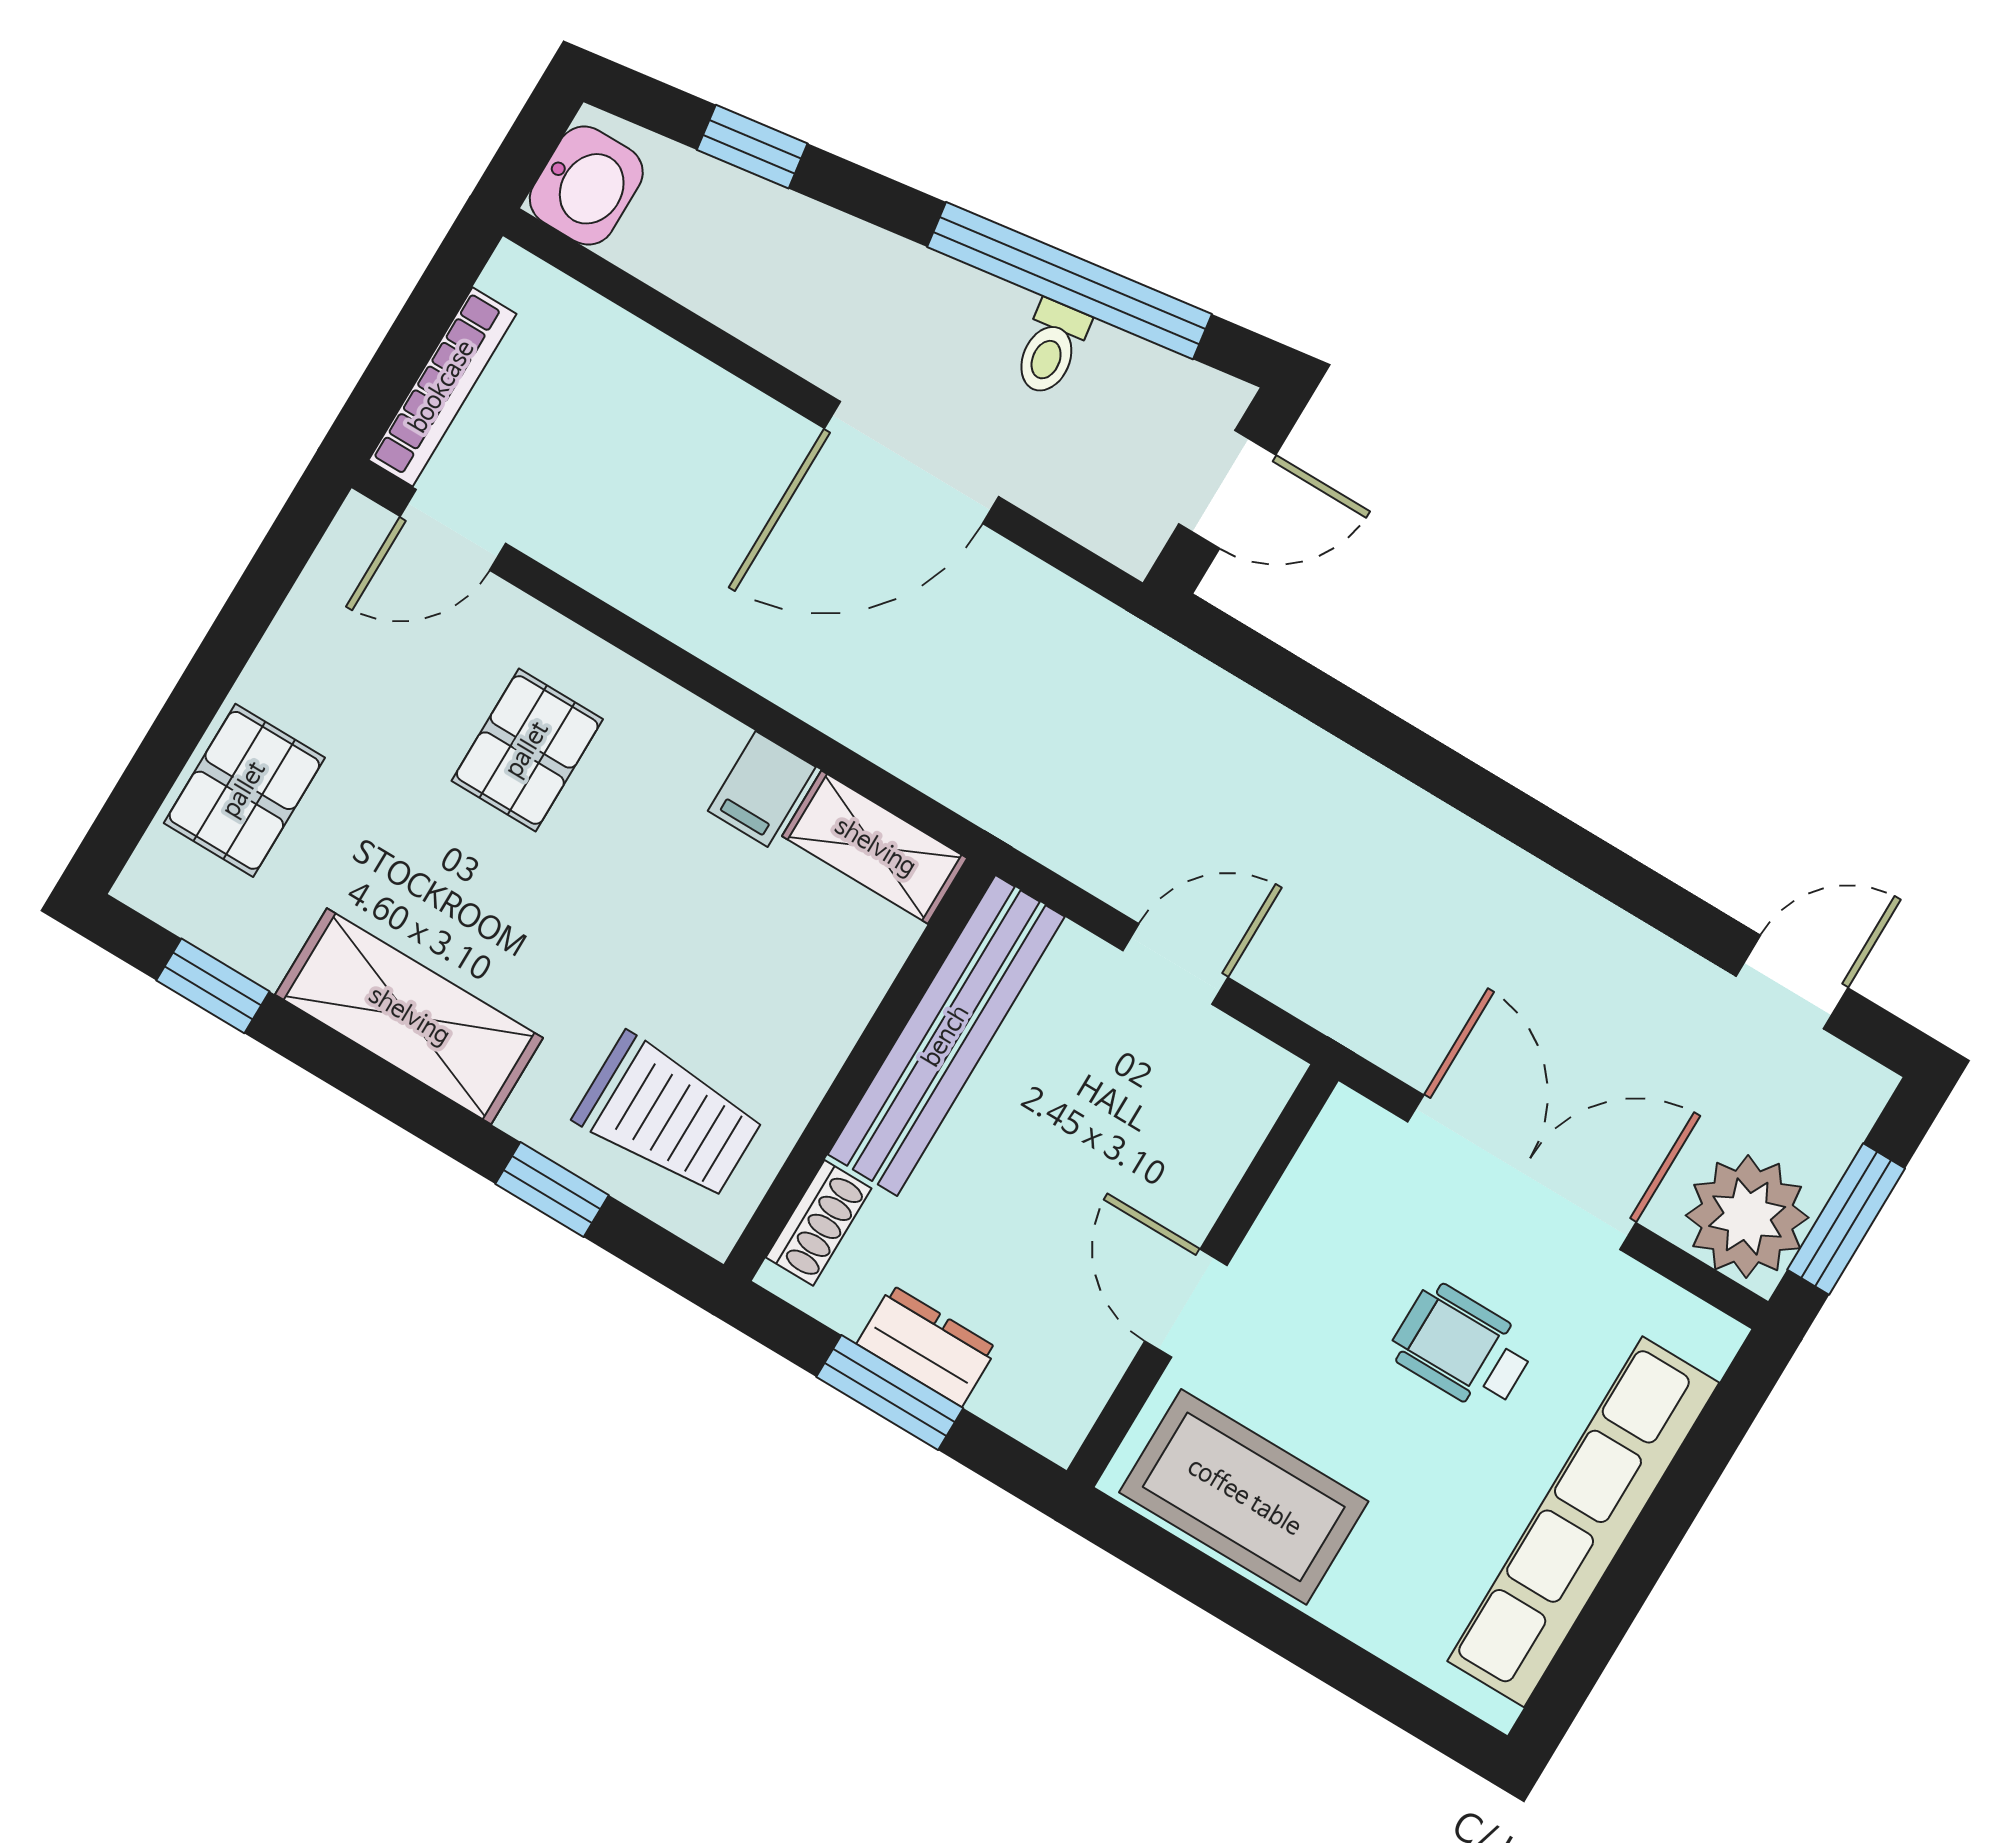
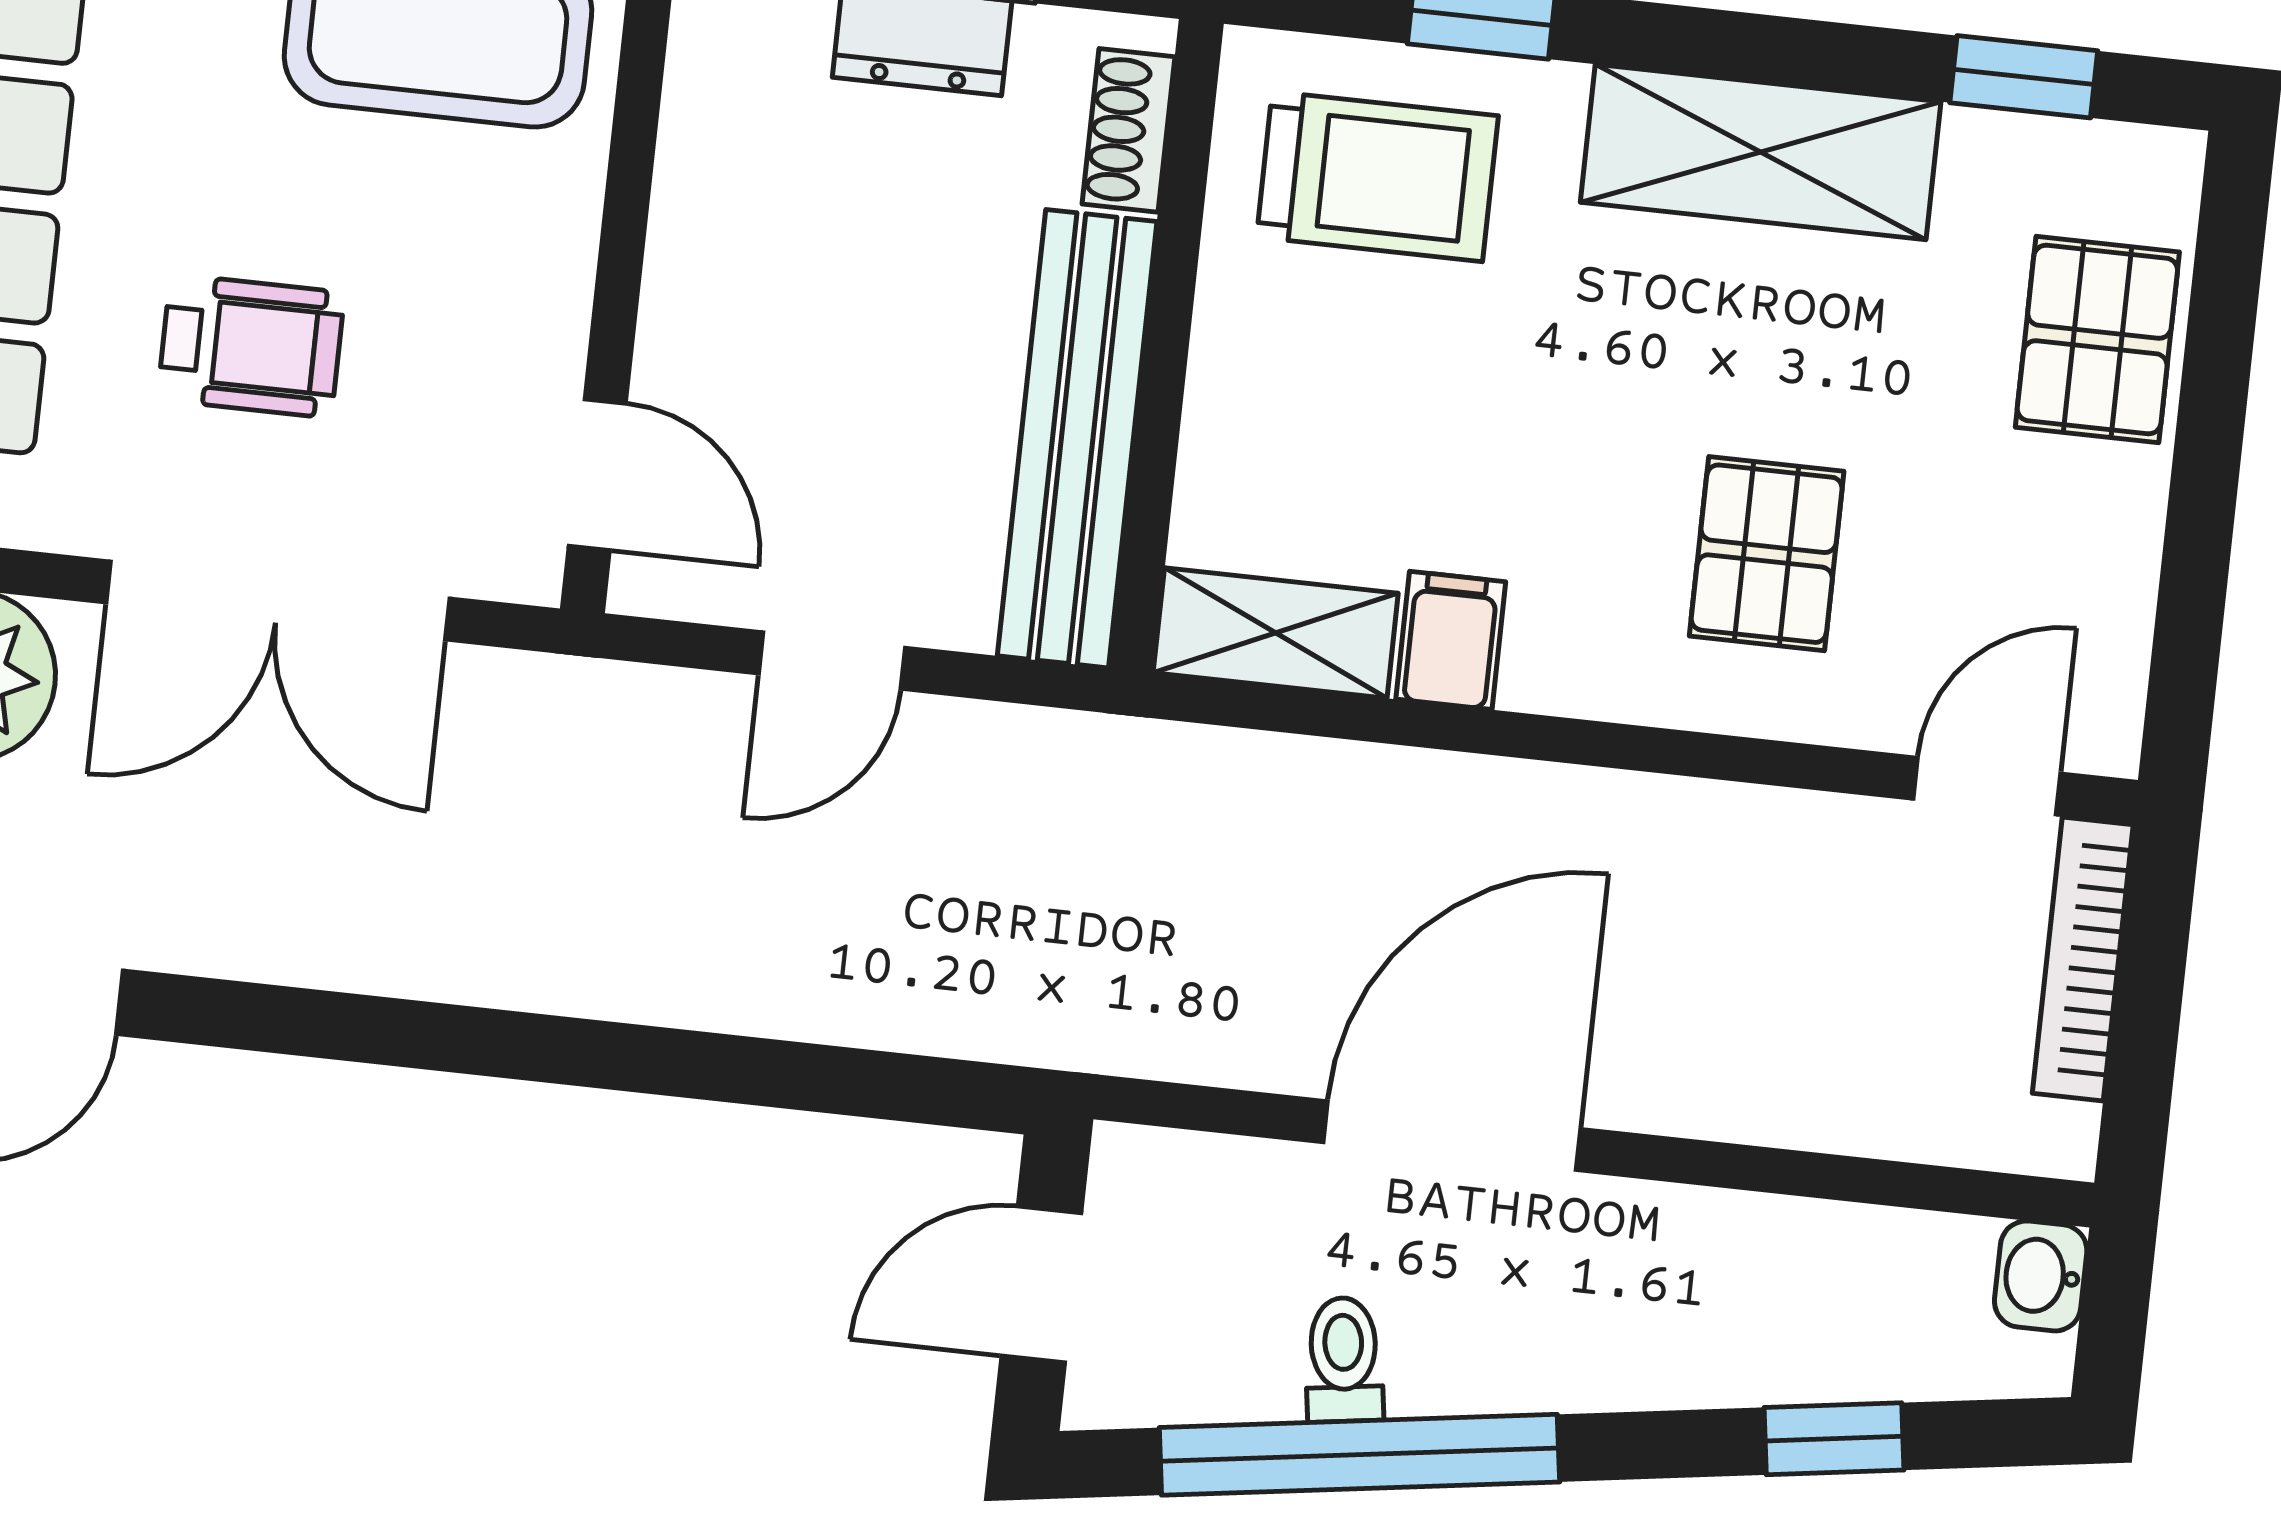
washbasin: (586, 186) -> (2041, 1276), width x0.72, depth x0.69
trolley: (669, 1117) -> (1377, 177), turned 180
door: (1186, 1303) -> (597, 475), moved

